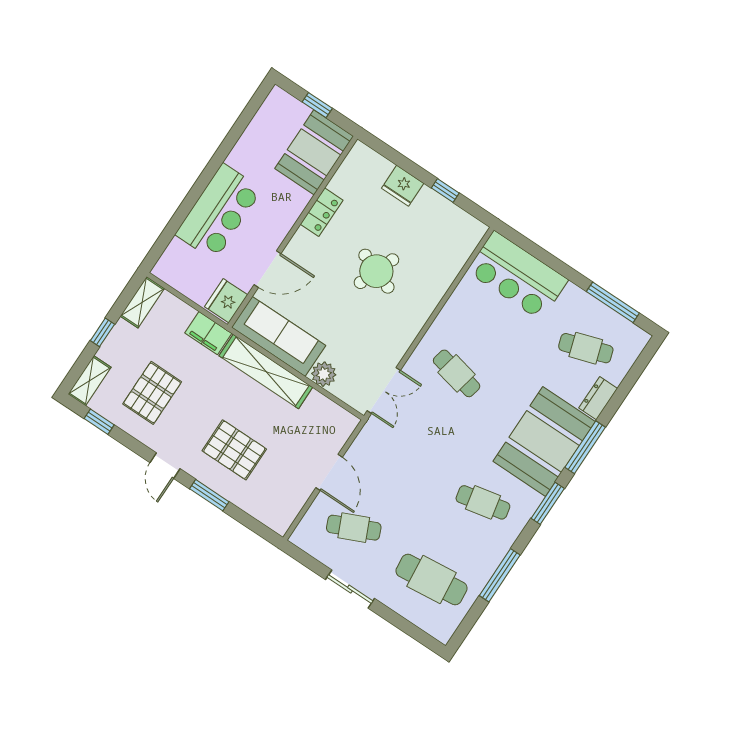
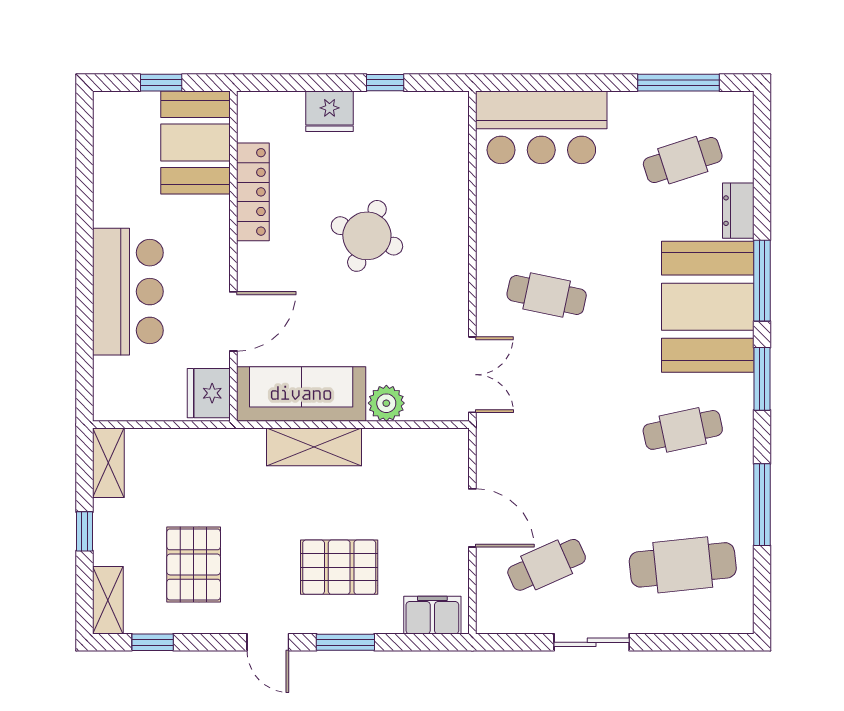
locker: (322, 212) -> (253, 192), width x1.53
filing cabinet: (208, 333) -> (432, 615), moved, turned 180
shelving: (266, 372) -> (314, 447), width x0.68

